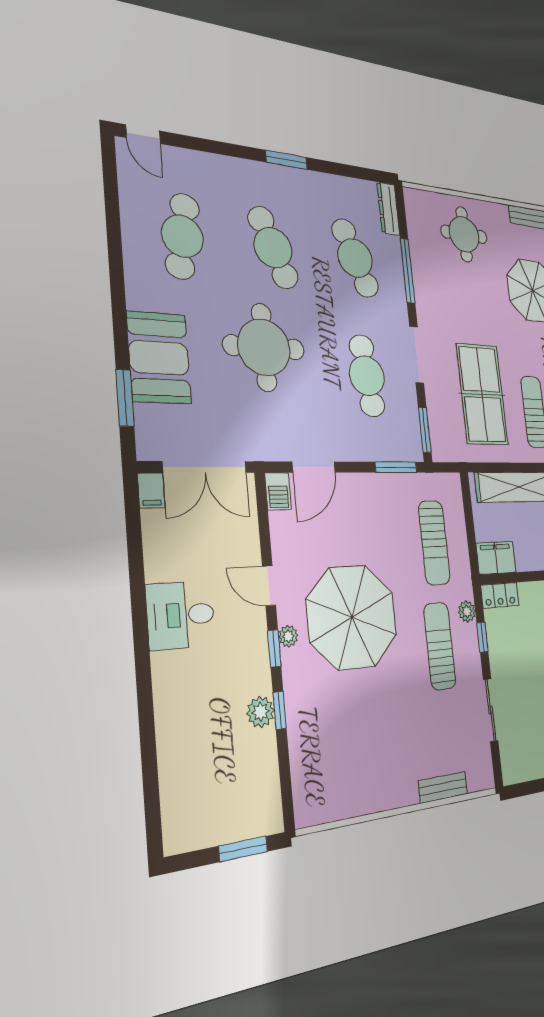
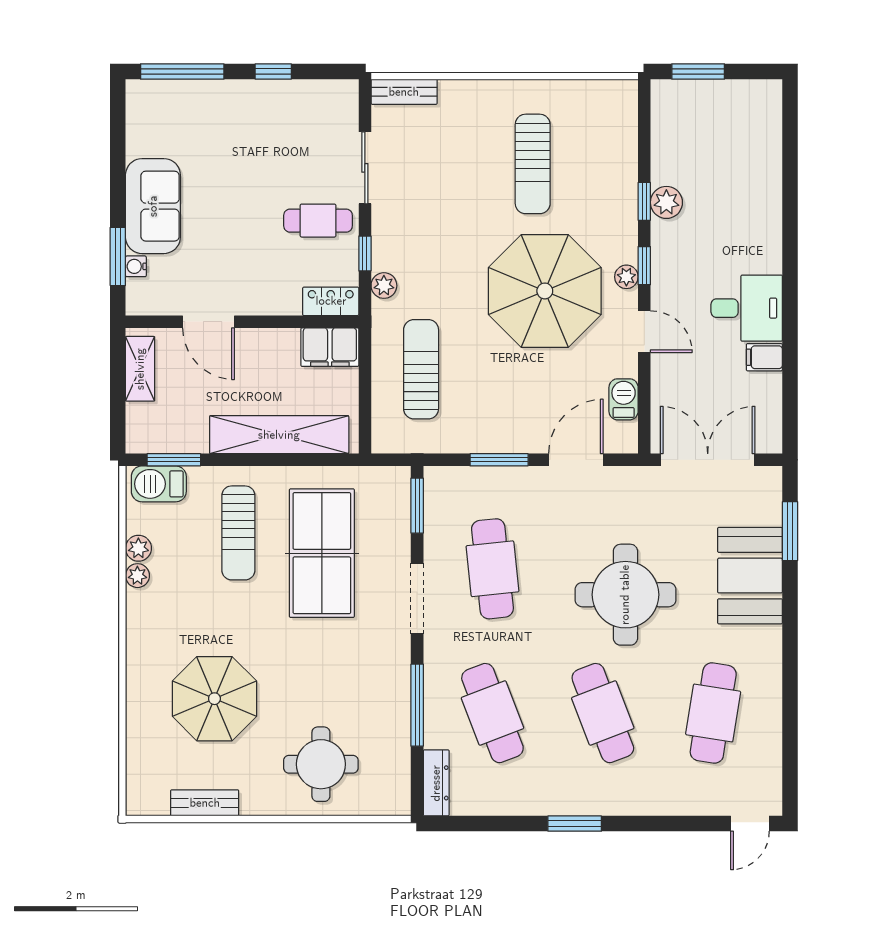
door: (143, 134) -> (750, 824), swing flipped
window: (396, 467) -> (499, 460), moved
filing cabinet: (151, 490) -> (764, 357), moved, turned -90
barbecue: (278, 491) -> (624, 399), moved
sun lounger: (440, 646) -> (533, 164), moved
cafe table: (516, 661) -> (318, 221), added
bench: (443, 787) -> (404, 92), moved

